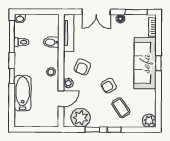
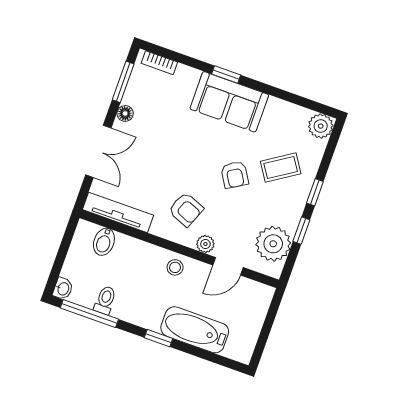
bidet: (51, 42) -> (104, 242), moved
sofa: (145, 63) -> (229, 102), width x0.73
door: (61, 99) -> (228, 266), swing flipped

